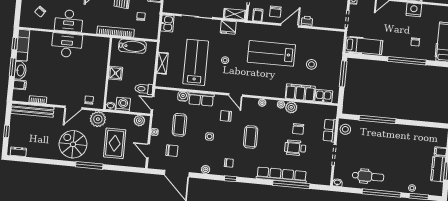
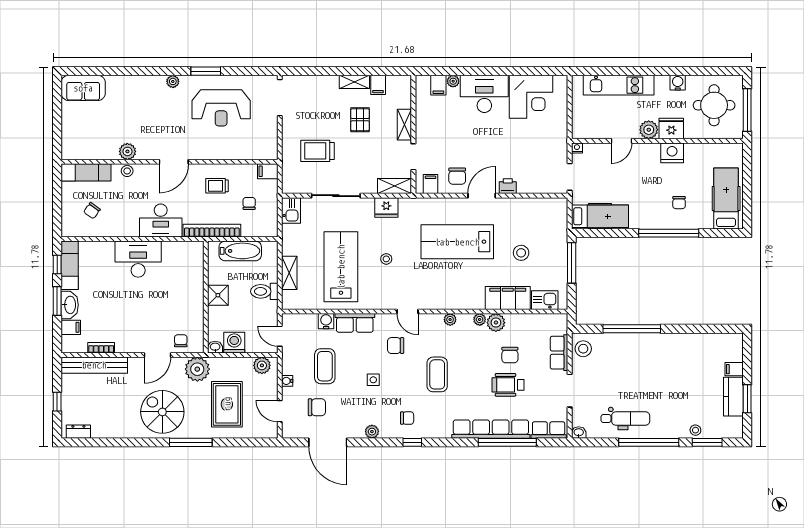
desk: (69, 21) -> (161, 220), moved
toilet: (144, 89) -> (264, 291), moved
row of seats: (318, 179) -> (549, 430), added

